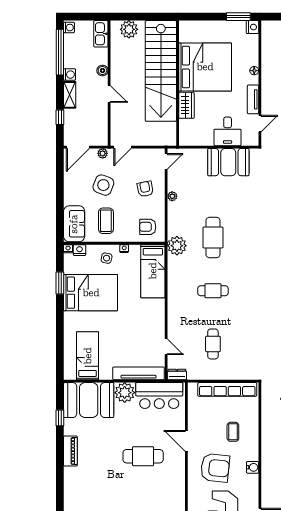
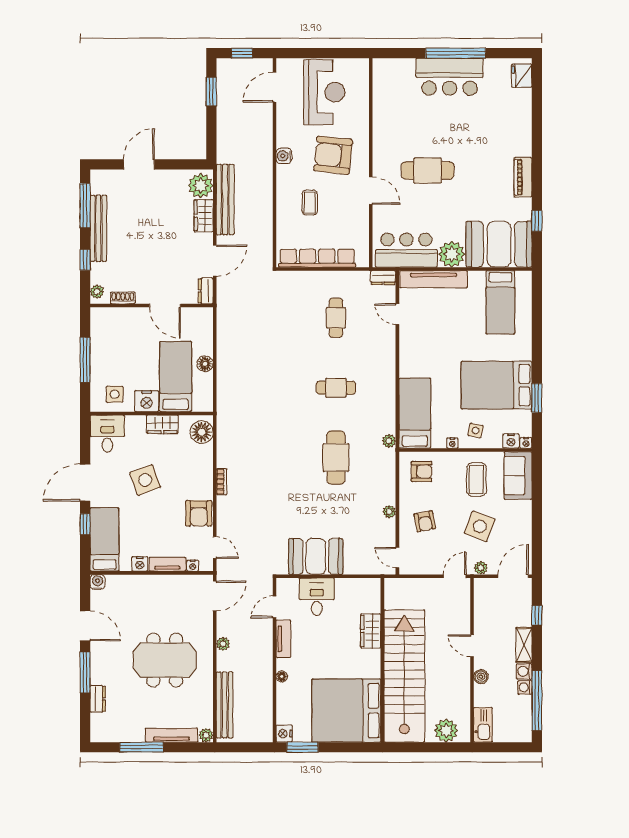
washing machine: (69, 28) -> (525, 687), moved
bed: (205, 67) -> (346, 711), moved
door: (166, 161) -> (397, 557), hinge flipped
plant: (177, 246) -> (389, 441), width x0.53, depth x0.53

